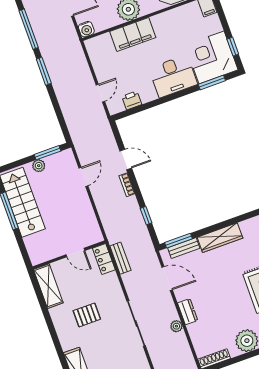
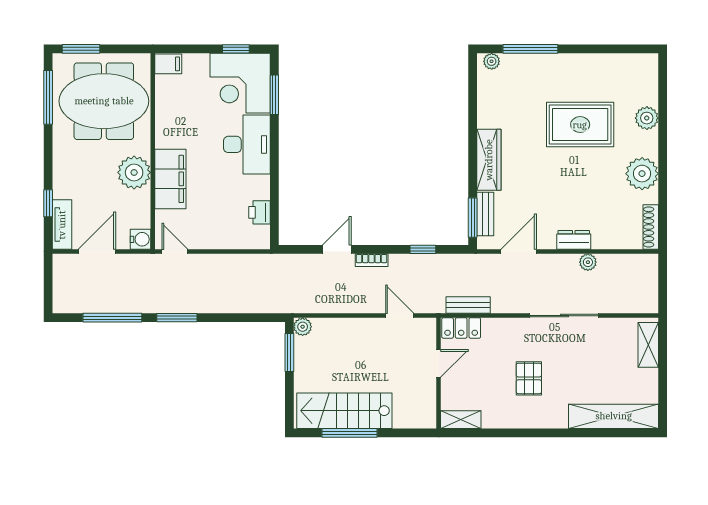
door: (100, 93) -> (175, 252), moved
plant: (39, 166) -> (303, 327), moved
door: (83, 177) -> (400, 316), moved
shelving: (48, 286) -> (461, 420), width x0.67, depth x0.75

